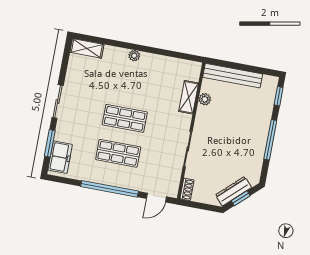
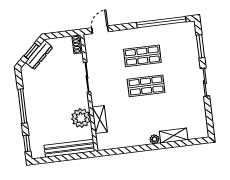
shelving: (87, 48) -> (174, 136), moved
plant: (205, 99) -> (81, 118), width x1.87, depth x1.87
freezer: (60, 157) -> (188, 38), removed
window: (109, 189) -> (161, 22), moved

